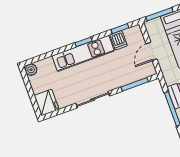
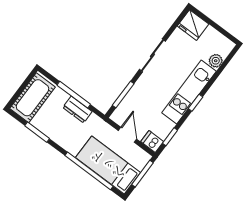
dishwasher: (119, 40) -> (152, 142), moved
plant: (31, 70) -> (216, 61), moved

